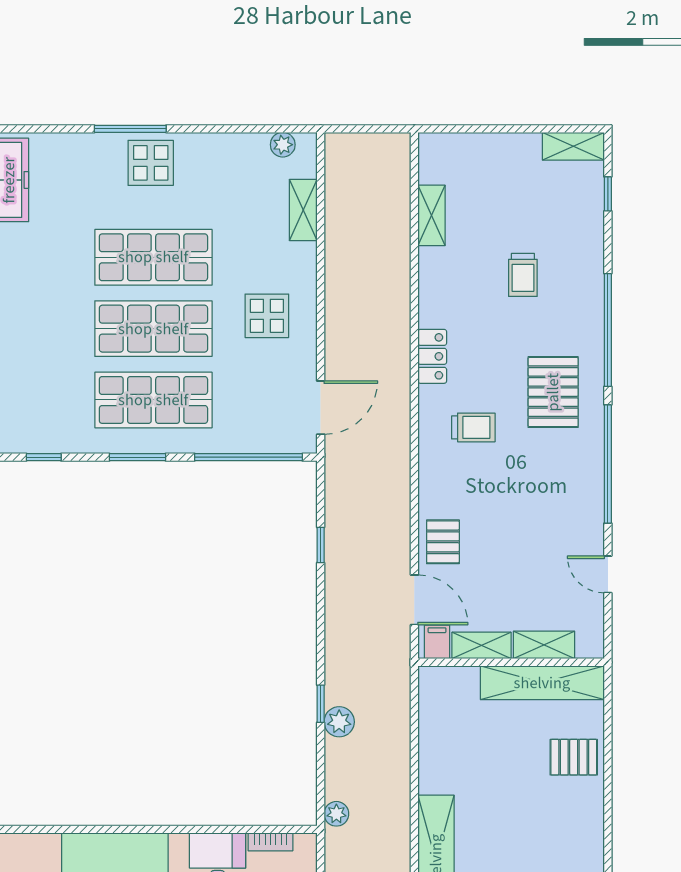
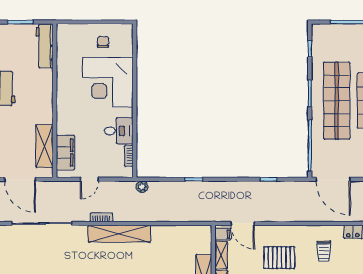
shop shelf: (153, 400) -> (337, 101), width x1.40
door: (321, 408) -> (333, 179), width x1.36
pallet: (443, 542) -> (279, 258), moved, width x1.50, depth x1.42
door: (414, 600) -> (243, 223), hinge flipped
plant: (339, 722) -> (185, 188), removed

